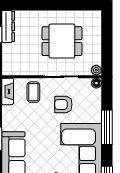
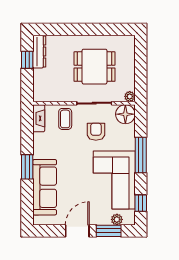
floor lamp: (96, 83) -> (125, 114), width x1.89, depth x1.89
armchair: (63, 104) -> (96, 132), turned 90

